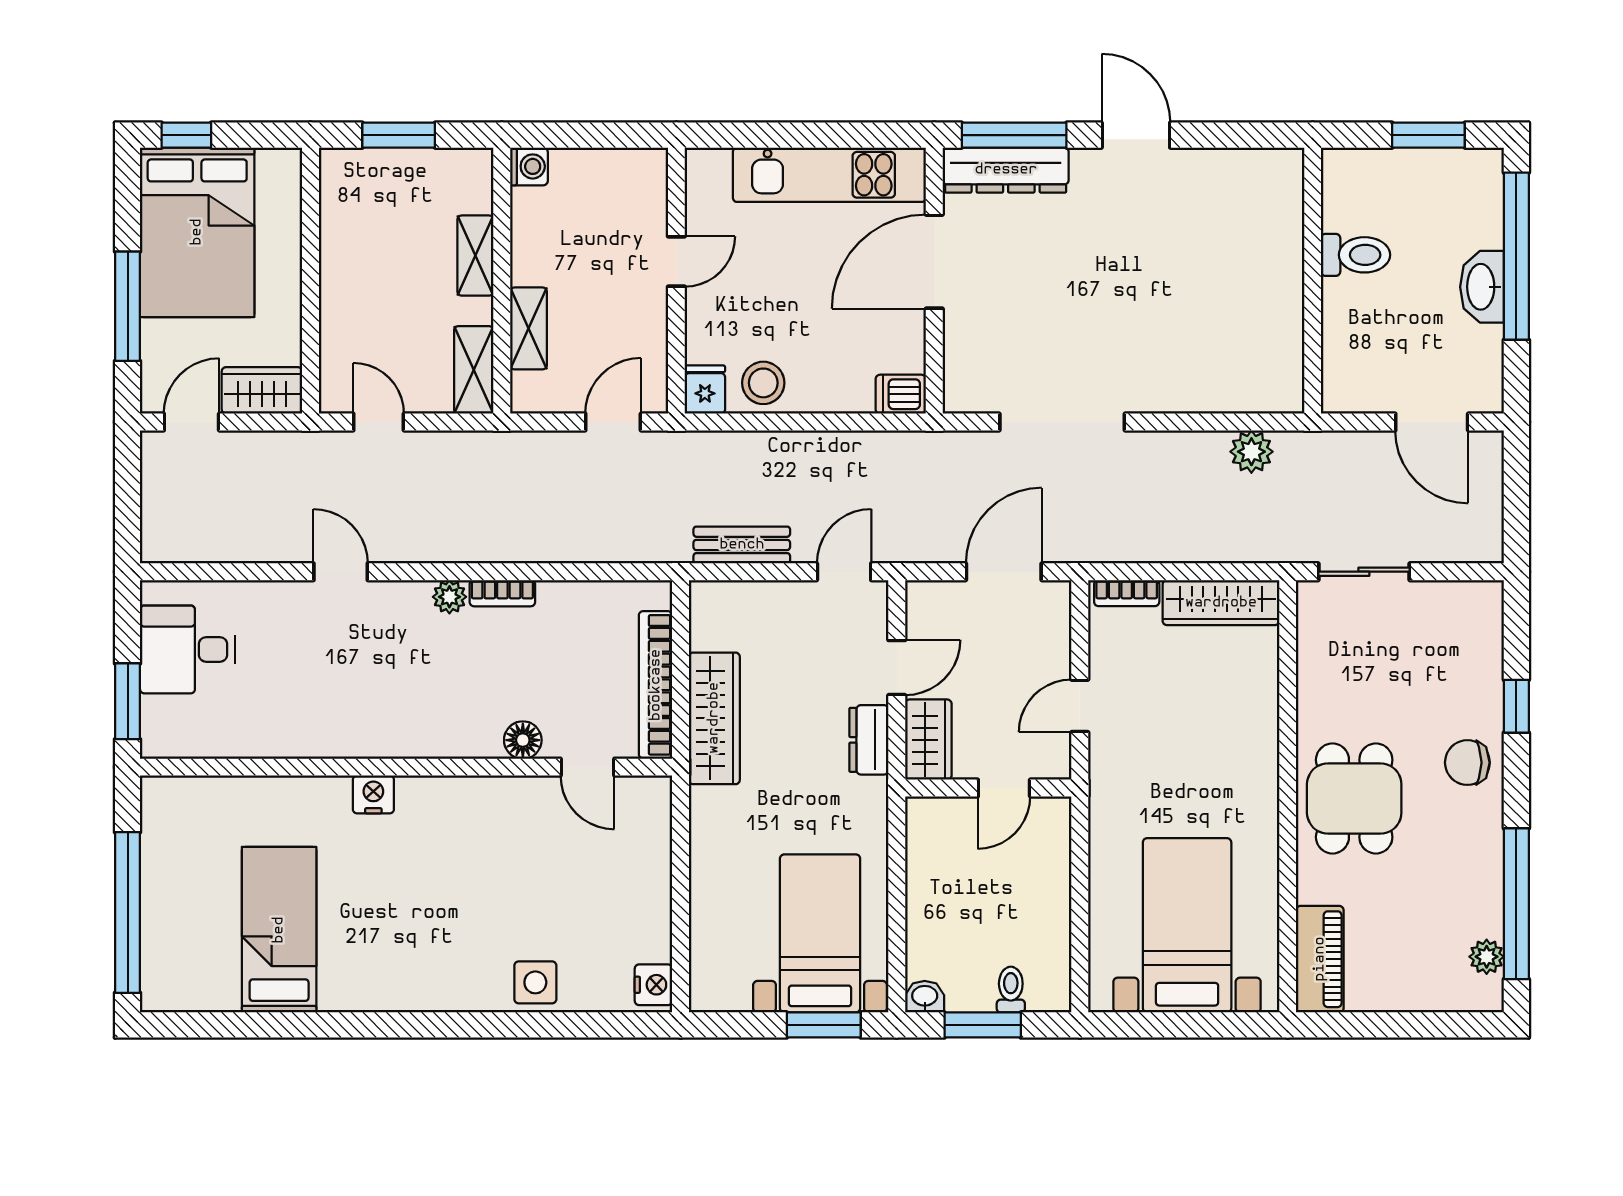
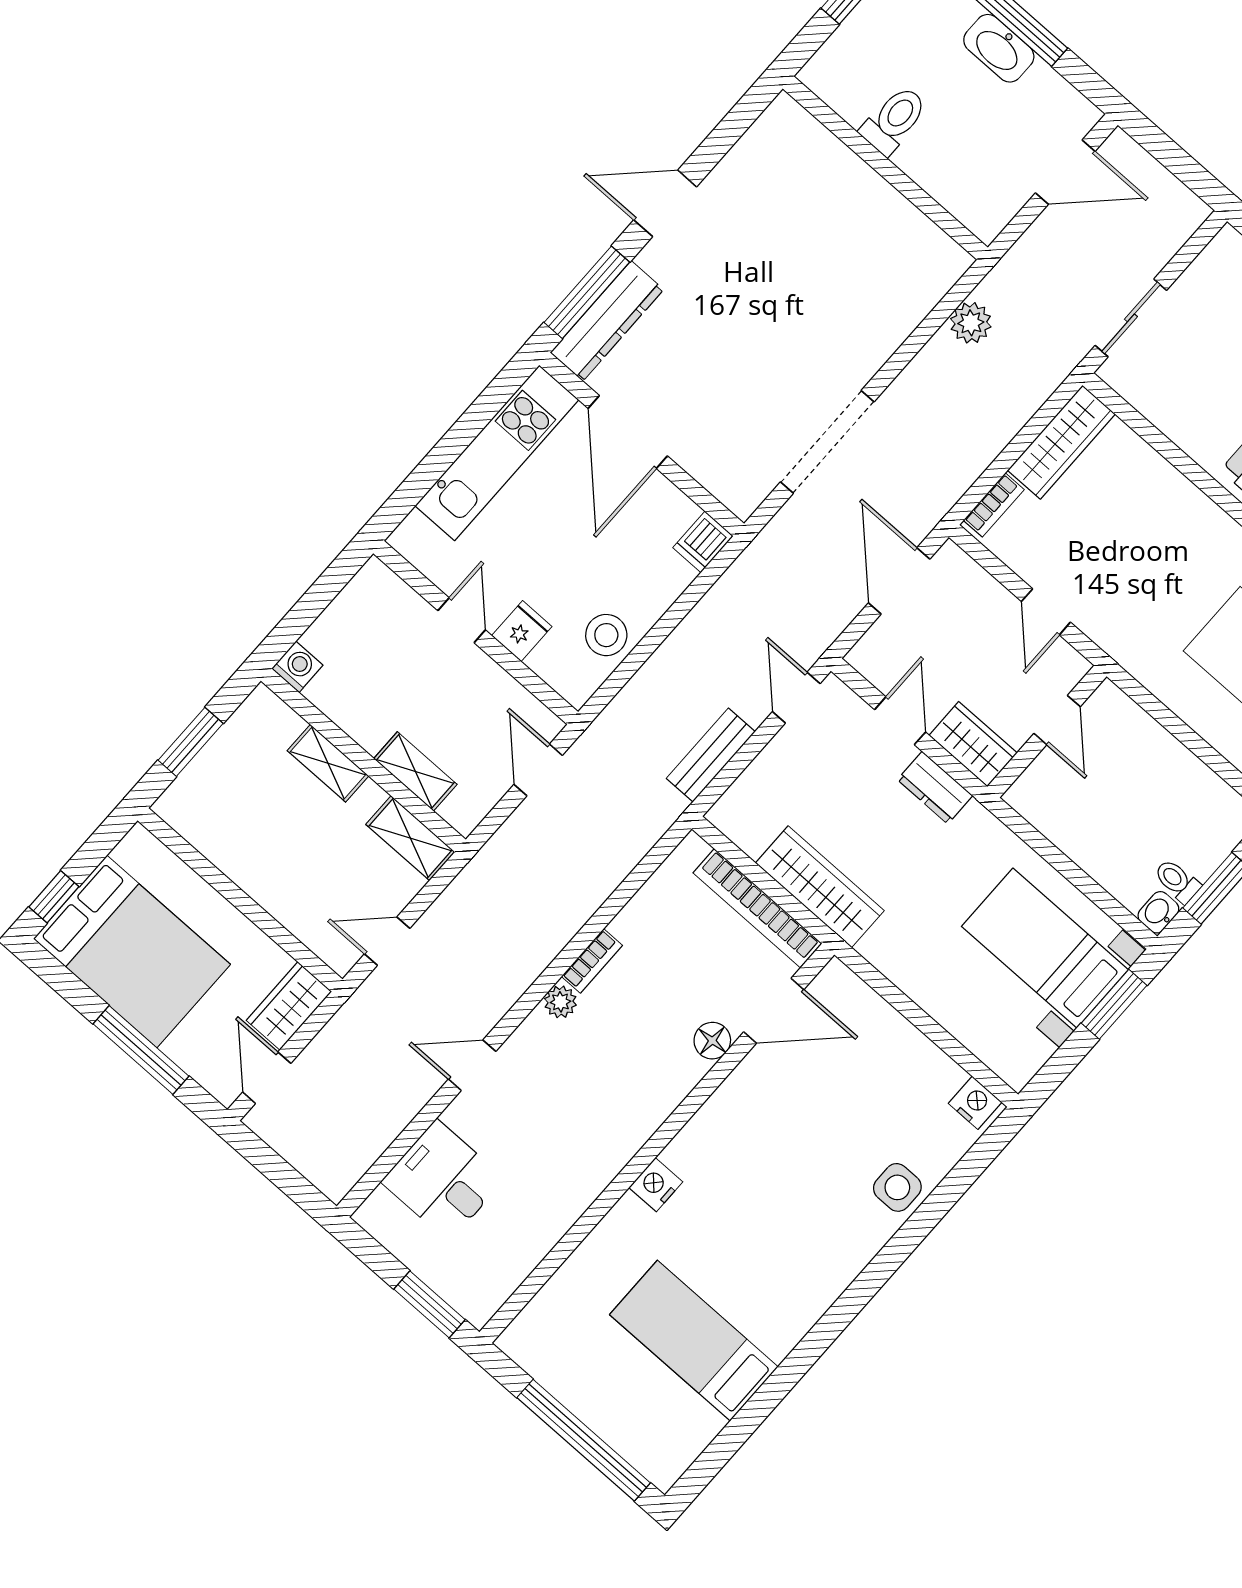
fridge: (705, 390) -> (522, 631), moved, turned 90
desk: (187, 649) -> (443, 1180), moved, turned 90
door: (588, 767) -> (774, 1011), width x1.38
toilet: (1011, 990) -> (1177, 881), moved

